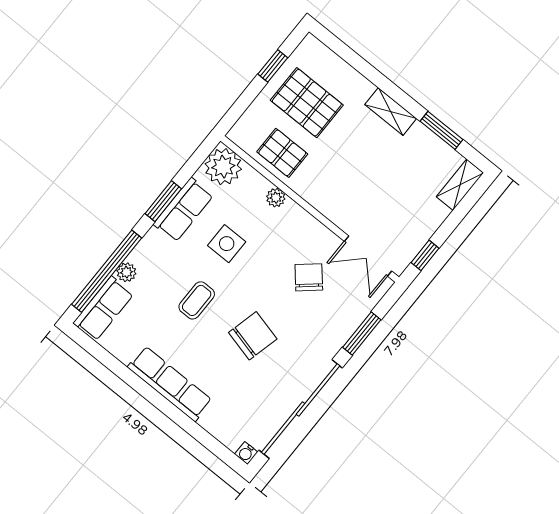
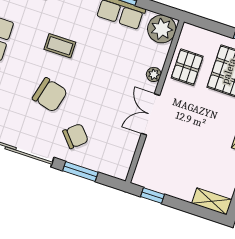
side table: (227, 244) -> (108, 52), removed
double door: (368, 256) -> (151, 114), moved
chair: (309, 277) -> (75, 136), moved

